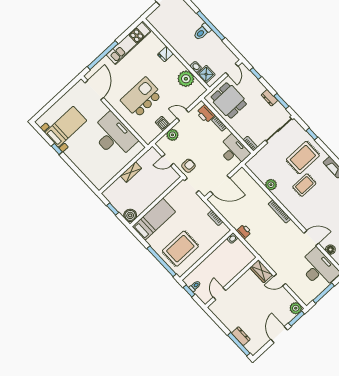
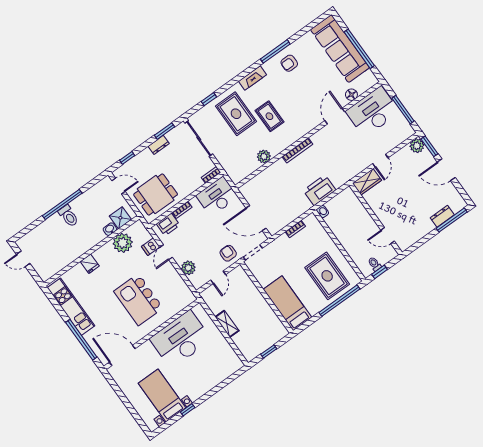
dishwasher: (163, 123) -> (151, 247), moved
door: (220, 185) -> (256, 218), swing flipped
boiler: (130, 215) -> (279, 331), removed
printer: (244, 231) -> (319, 190), width x1.87, depth x1.48

